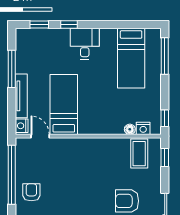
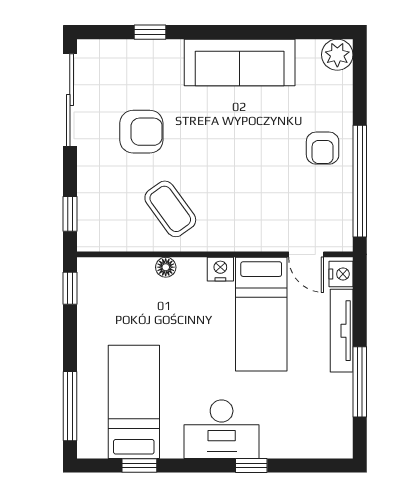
window: (39, 25) -> (139, 466), moved
desk: (85, 44) -> (222, 429), width x1.37
nightstand: (143, 128) -> (220, 269), moved
floor lamp: (130, 129) -> (166, 267), moved
coffee table: (139, 154) -> (170, 209), moved, turned -36

